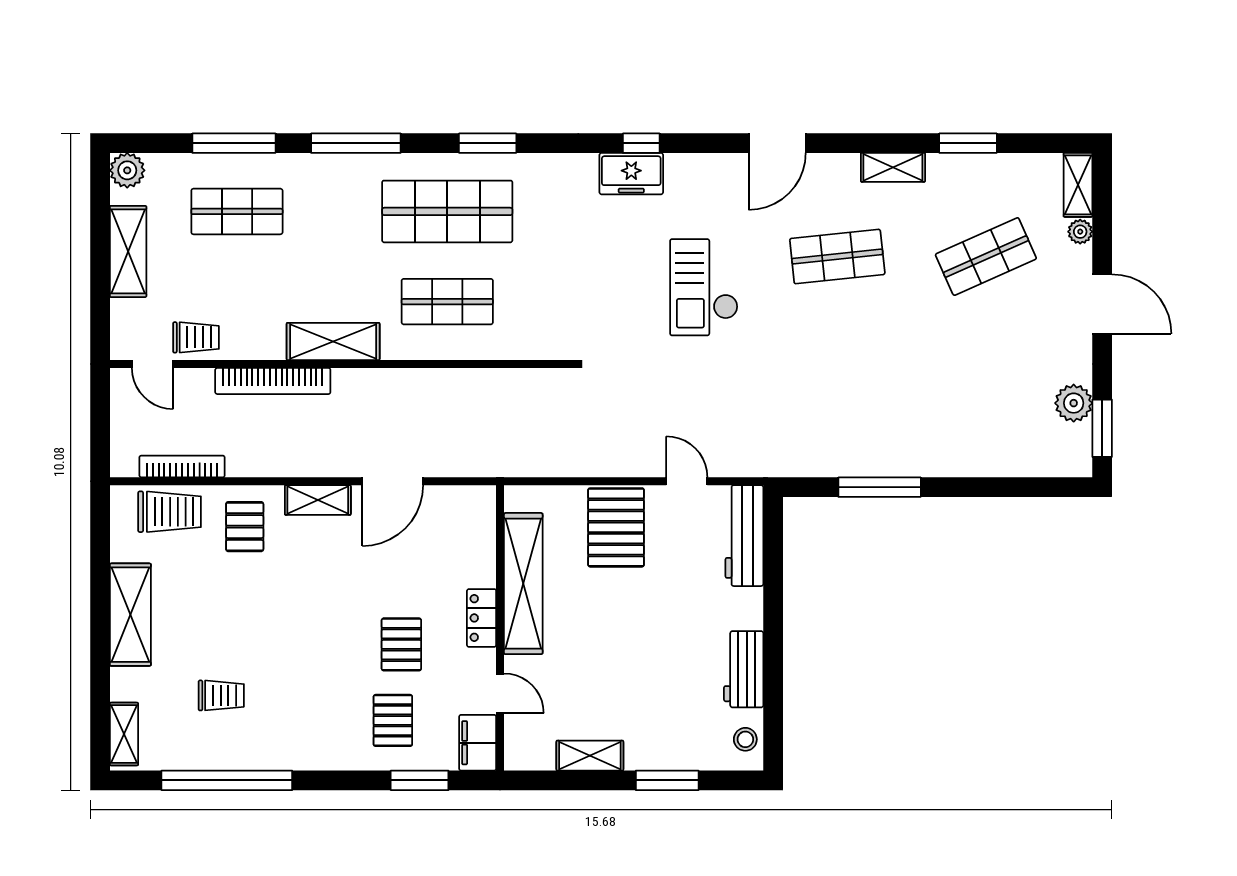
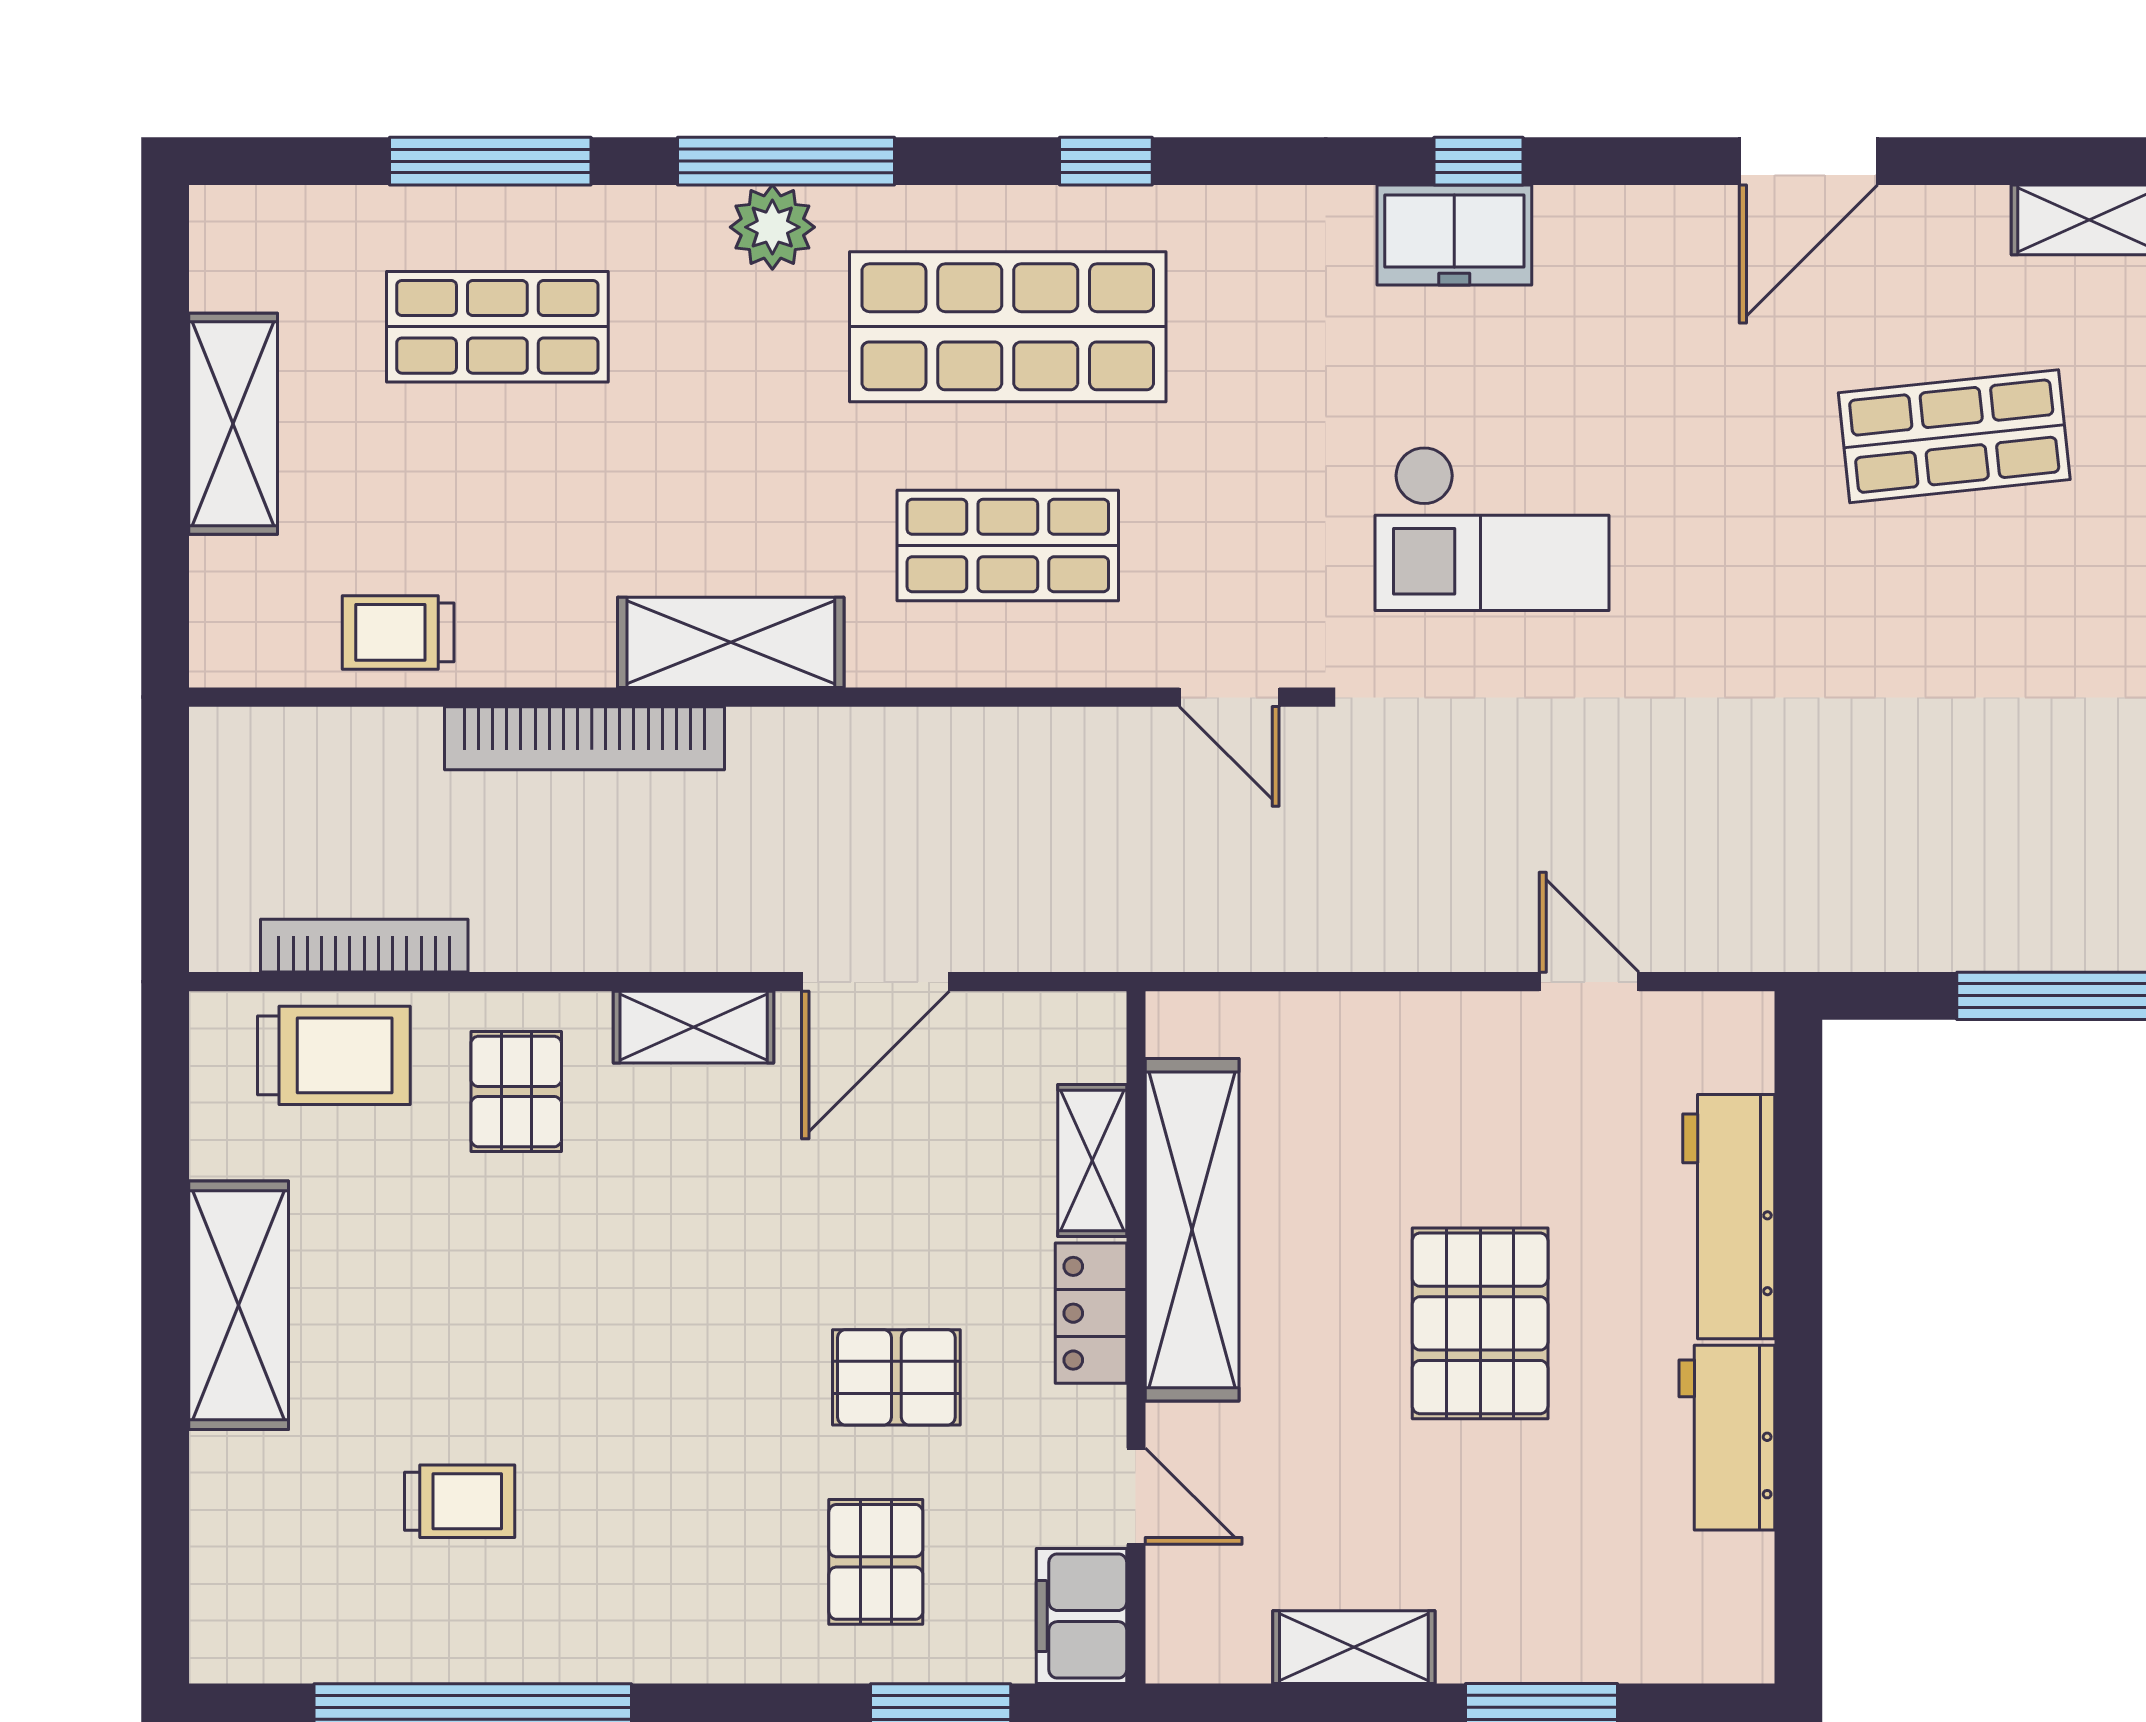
window: (488, 143) -> (1106, 161), width x0.67
plant: (127, 170) -> (772, 227), moved
checkout: (704, 287) -> (1492, 528), moved, turned -90
trolley: (196, 337) -> (398, 632), turned 180
door: (153, 364) -> (1229, 697), moved
pallet: (616, 527) -> (1480, 1323), moved
workbench: (744, 536) -> (1729, 1217), moved
pallet: (401, 644) -> (896, 1377), turned 90
shelving: (124, 734) -> (1092, 1160), moved
stool: (745, 739) -> (1731, 1608), removed

